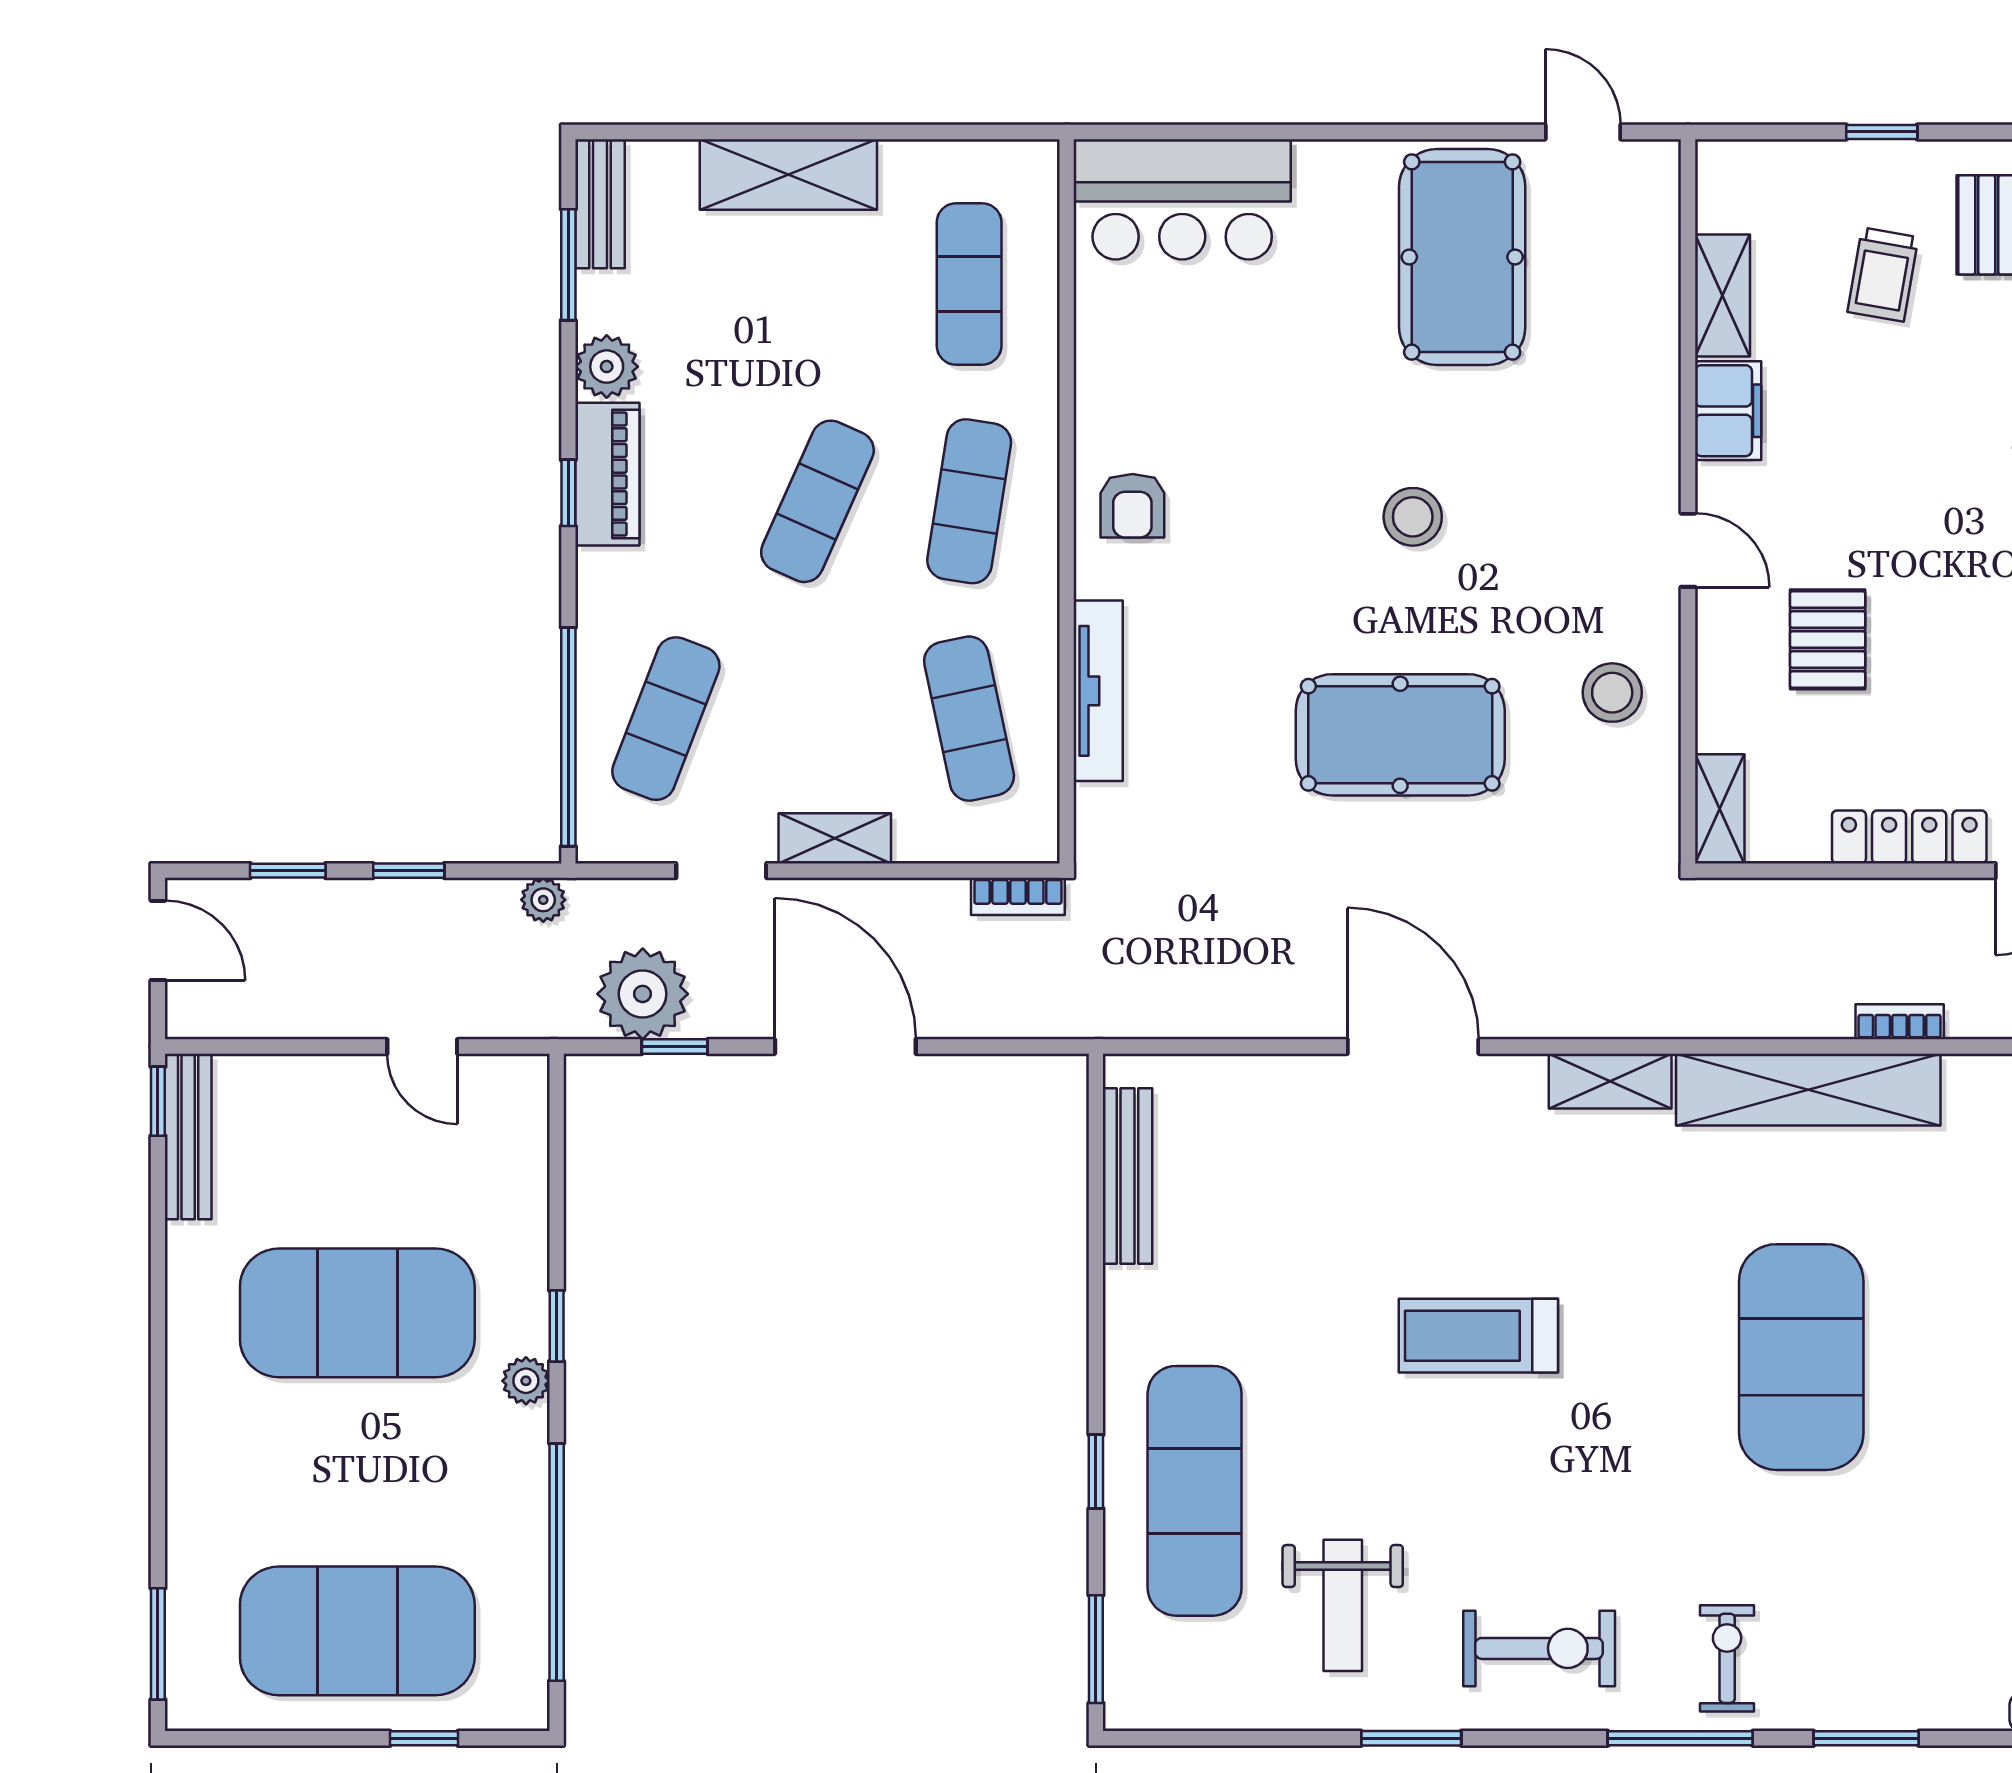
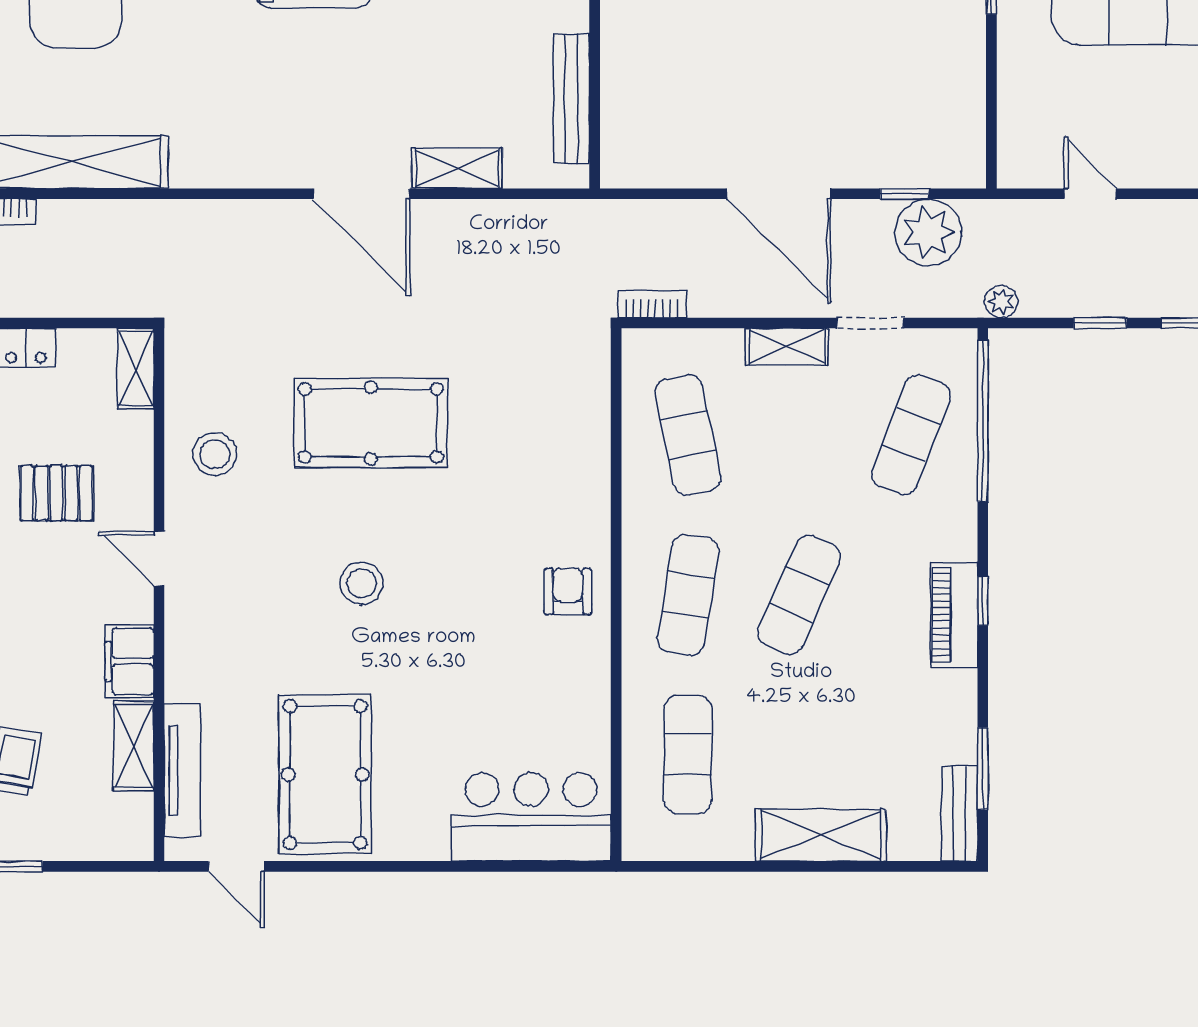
plant: (607, 367) -> (955, 694), removed
pallet: (1828, 639) -> (56, 493), turned 90
tv unit: (1098, 691) -> (182, 771), moved, turned 180
shelving: (1610, 1081) -> (457, 168), moved

